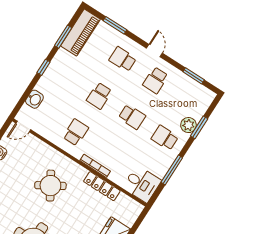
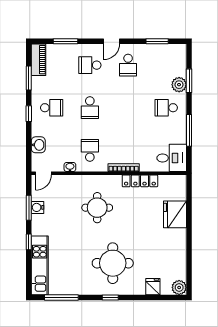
piano: (80, 33) -> (38, 60), width x0.73, depth x0.75
door: (154, 51) -> (112, 41), swing flipped
school desk: (132, 117) -> (52, 108), moved
washbasin: (49, 136) -> (70, 167), added
round table: (50, 186) -> (97, 208), turned 31

